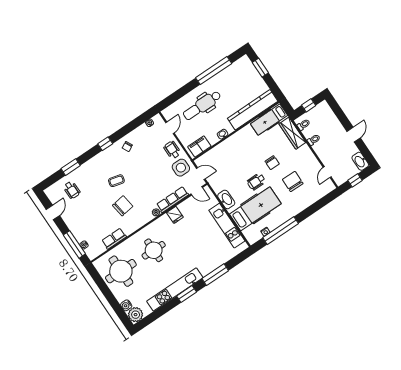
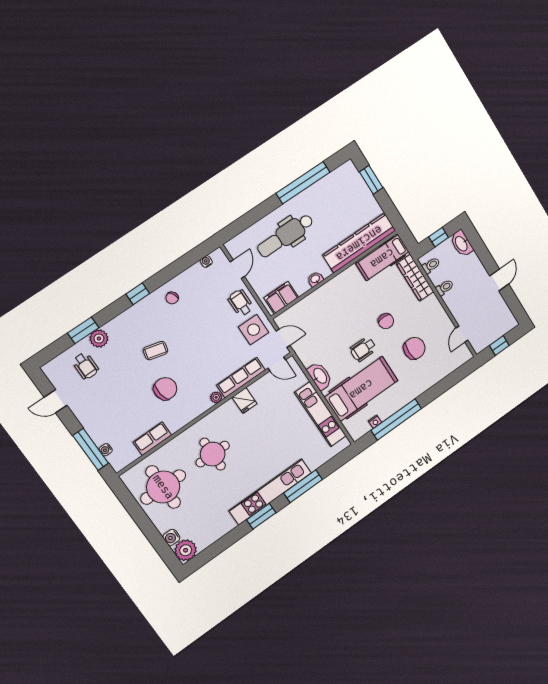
washbasin: (360, 161) -> (462, 244), moved
plant: (80, 172) -> (99, 339), added
chair: (293, 181) -> (414, 348), turned 89
door: (53, 212) -> (56, 401), swing flipped
kitchen unit: (175, 289) -> (270, 492), moved

